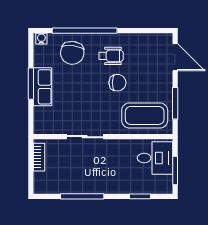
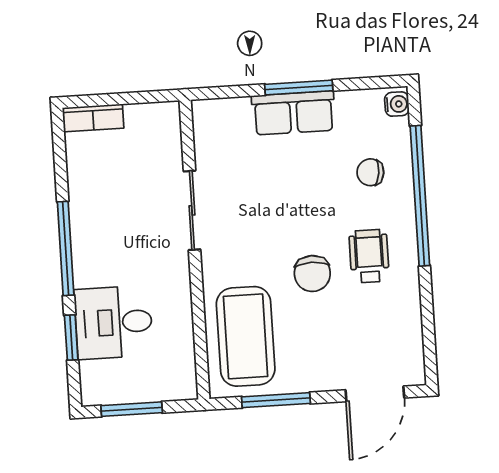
chair: (72, 53) -> (370, 172), width x0.54, depth x0.54
wheelchair: (111, 56) -> (369, 256), turned 180
bookcase: (39, 157) -> (93, 118), moved
desk: (155, 158) -> (114, 322), moved, turned 90
window: (82, 196) -> (66, 248), moved

